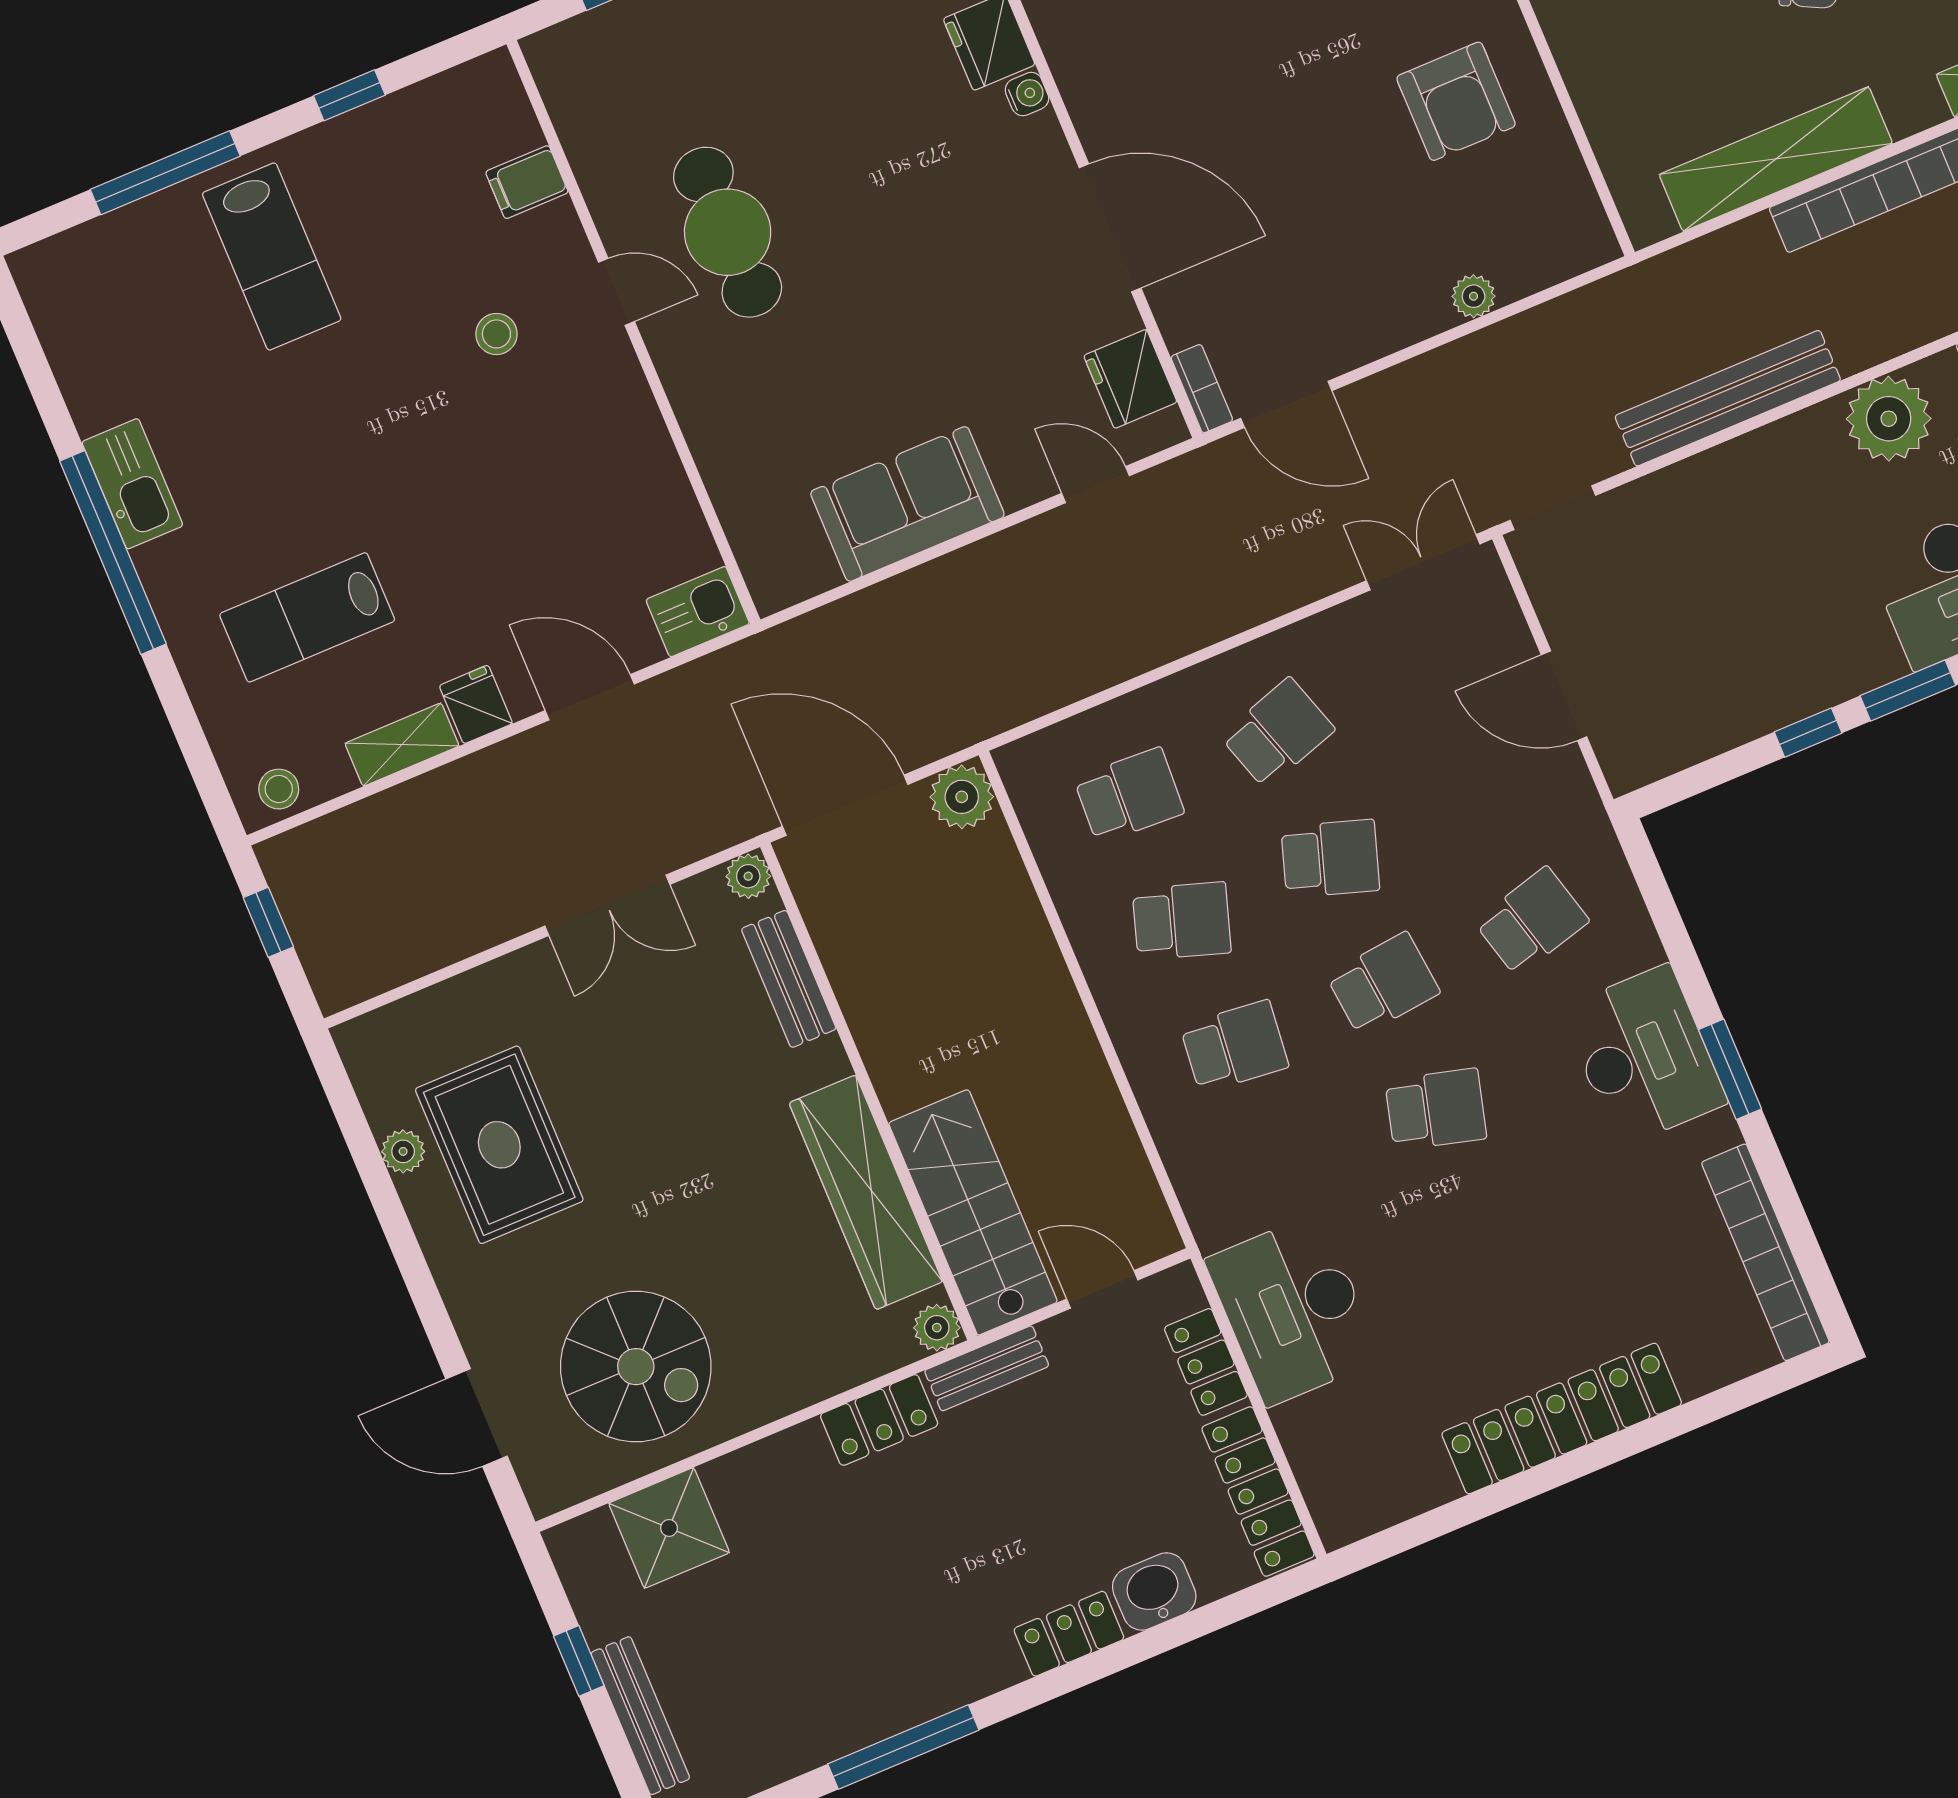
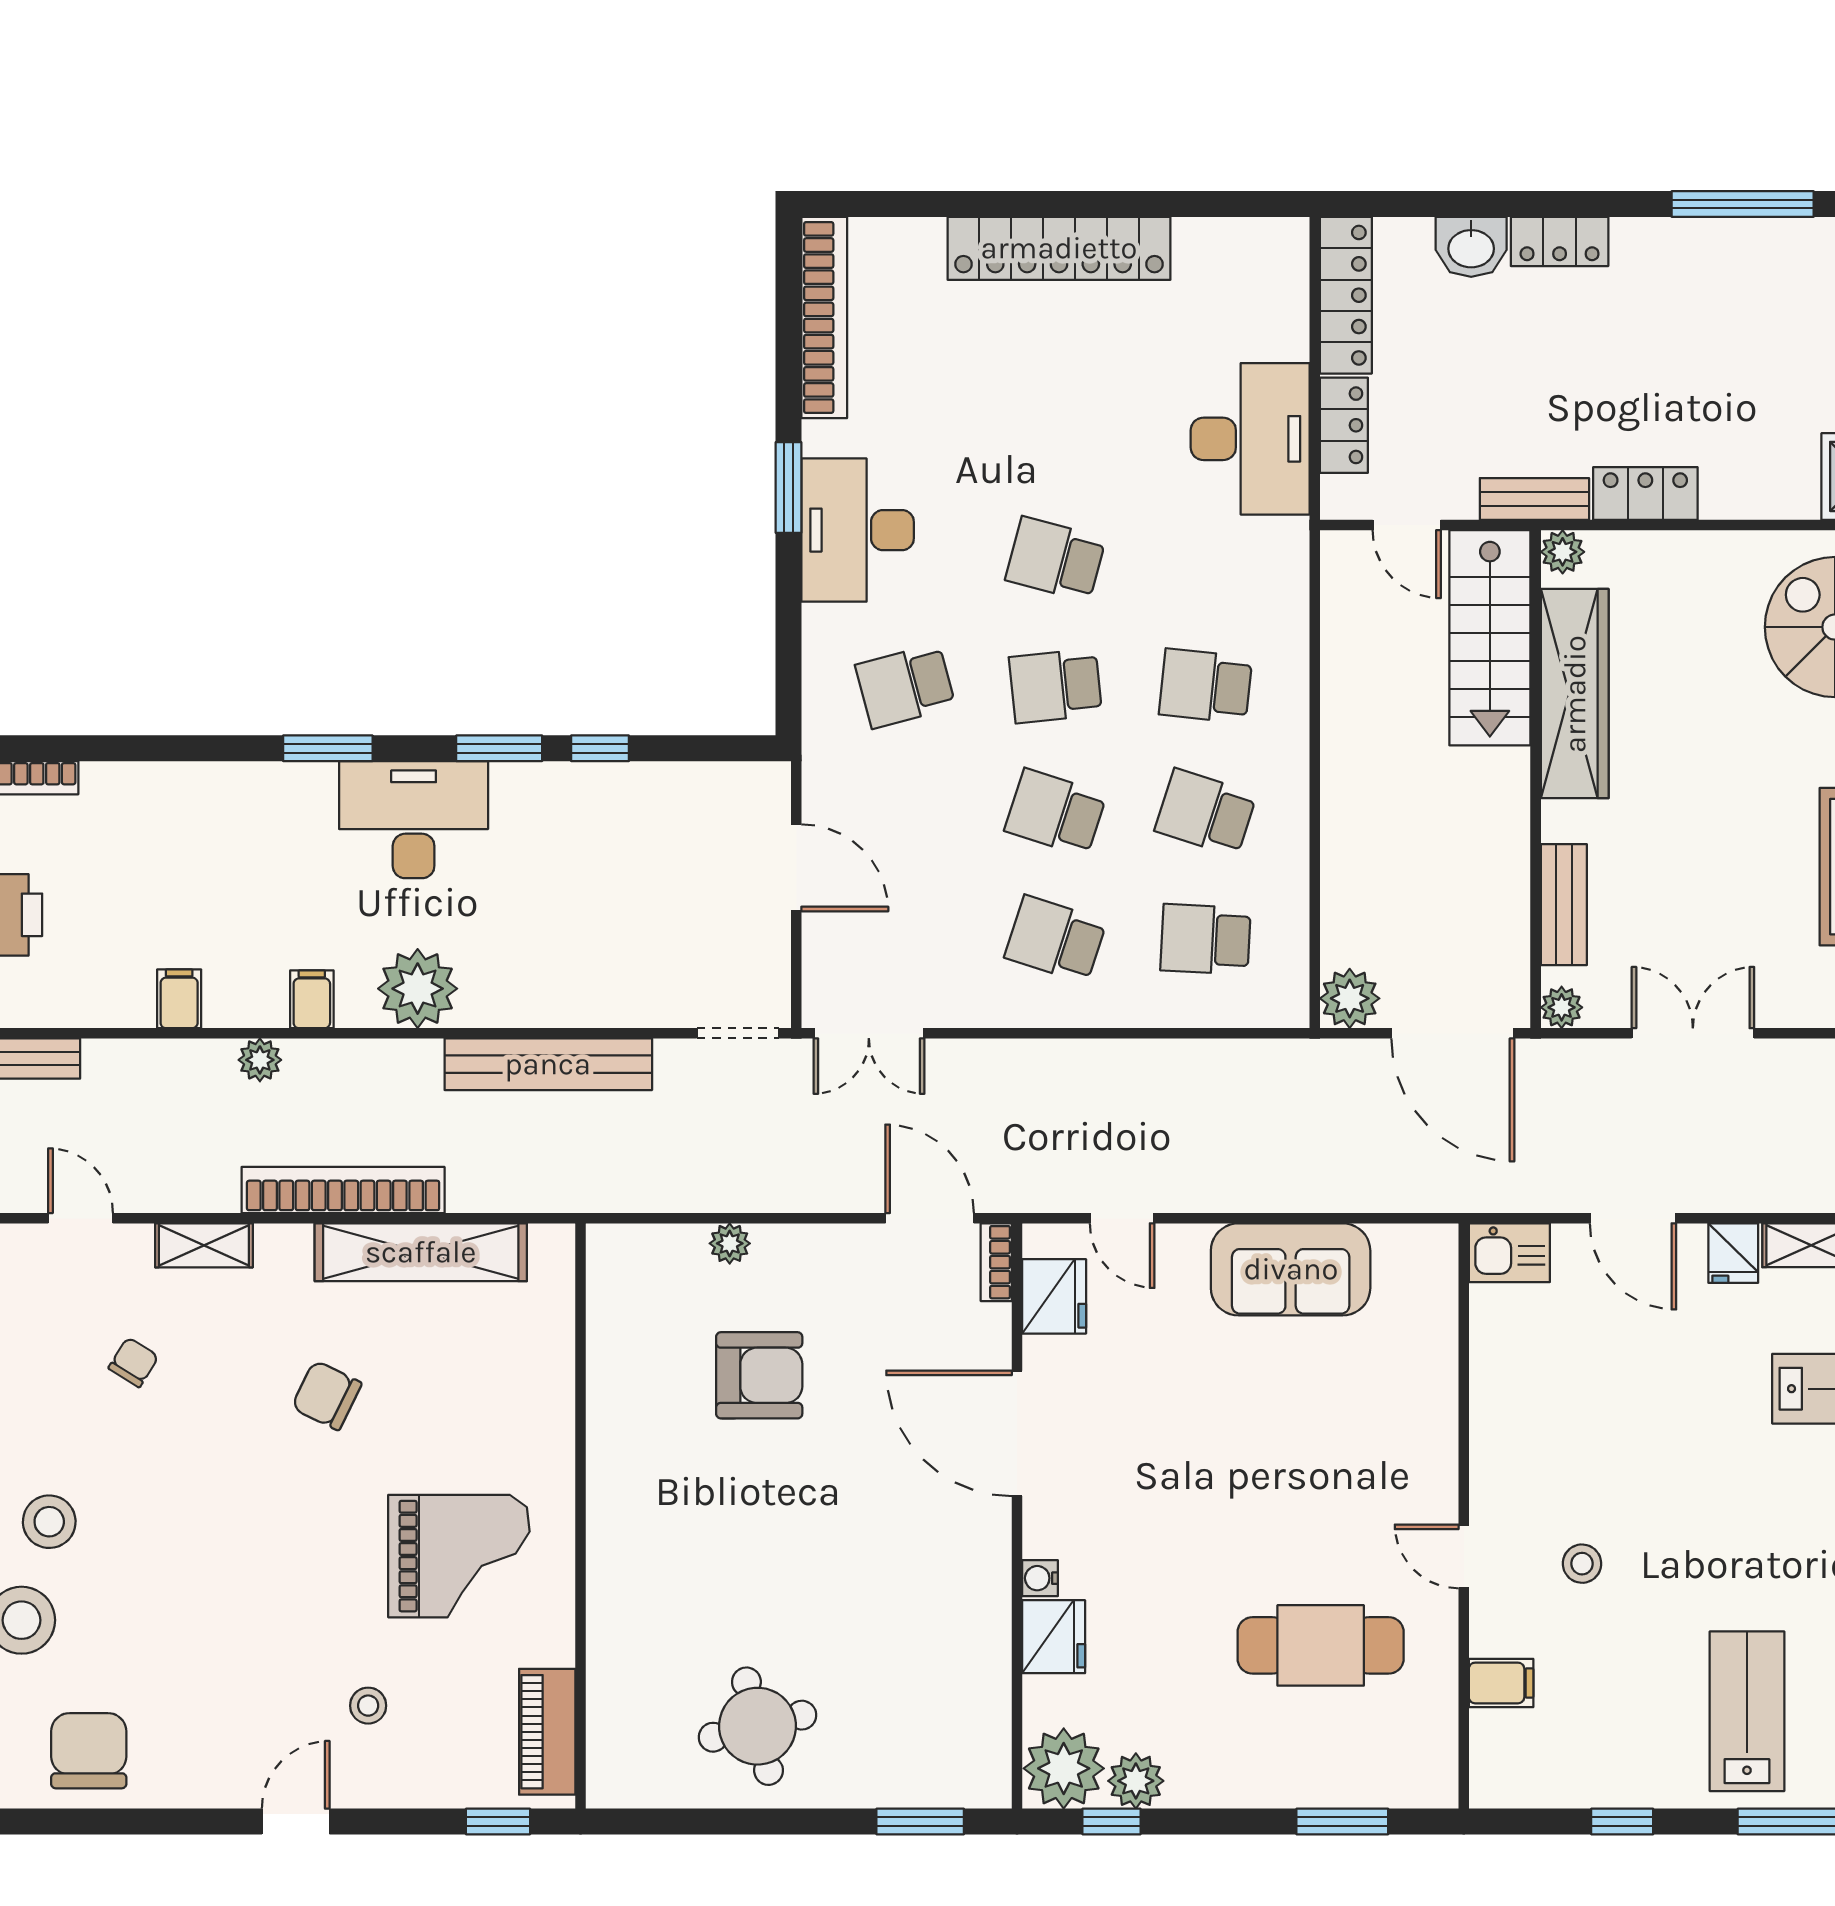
armchair: (1456, 101) -> (759, 1375), moved, turned 90
cafe table: (728, 232) -> (1321, 1645), moved, turned 90
school desk: (1278, 733) -> (1055, 939), turned 36

